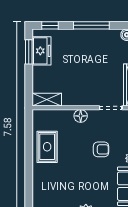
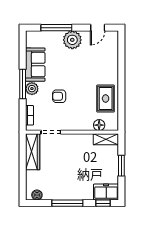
freezer: (42, 51) -> (106, 192), moved, turned 90
window: (29, 52) -> (121, 166), moved
floor lamp: (81, 116) -> (99, 125), moved

